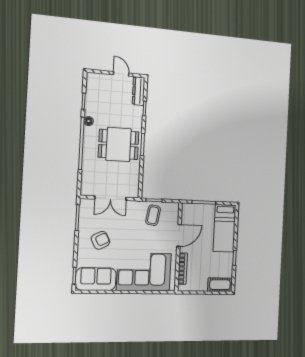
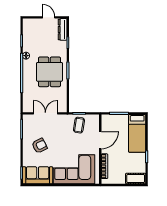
dining table: (119, 144) -> (49, 72), turned 90
double door: (111, 198) -> (45, 113), swing flipped

